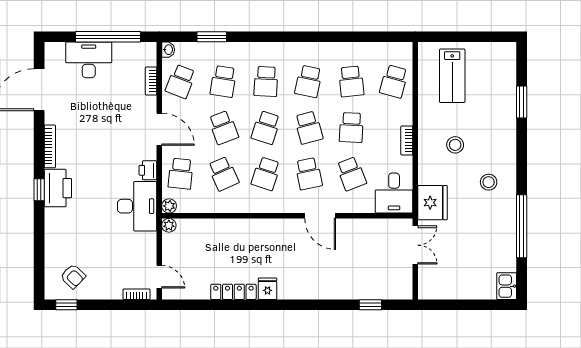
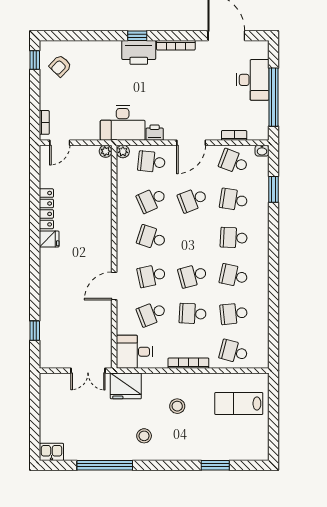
school desk: (266, 128) -> (193, 238), removed
bookcase: (407, 140) -> (188, 363), width x1.56

